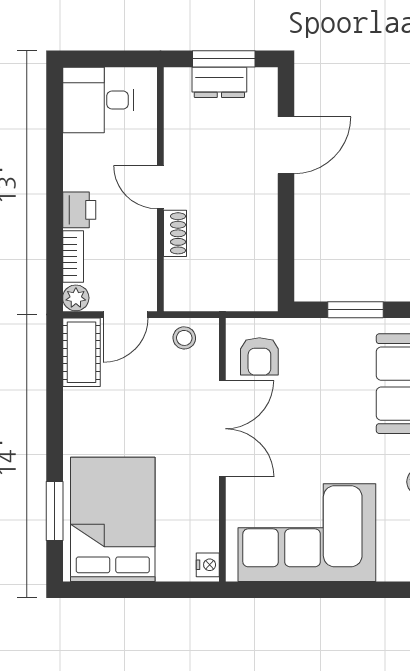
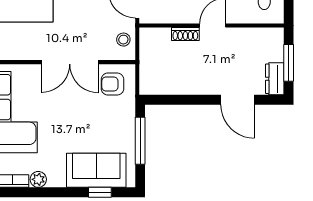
dresser: (219, 82) -> (275, 79), moved
window: (355, 310) -> (140, 141), width x1.44

